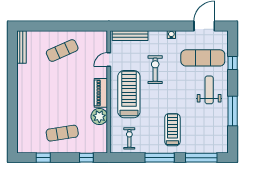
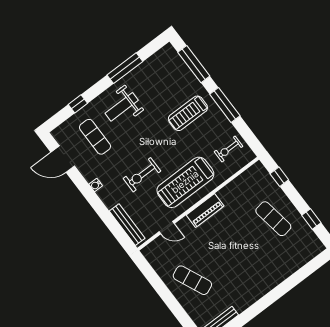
exercise mat: (203, 58) -> (95, 137), width x0.73, depth x0.69
plant: (99, 117) -> (229, 195), removed

